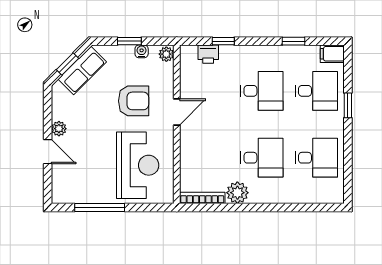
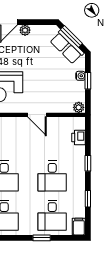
window: (223, 41) -> (88, 163), moved
water cooler: (142, 51) -> (81, 76), moved
window: (68, 64) -> (71, 36), width x1.50
armchair: (134, 101) -> (45, 84), removed

